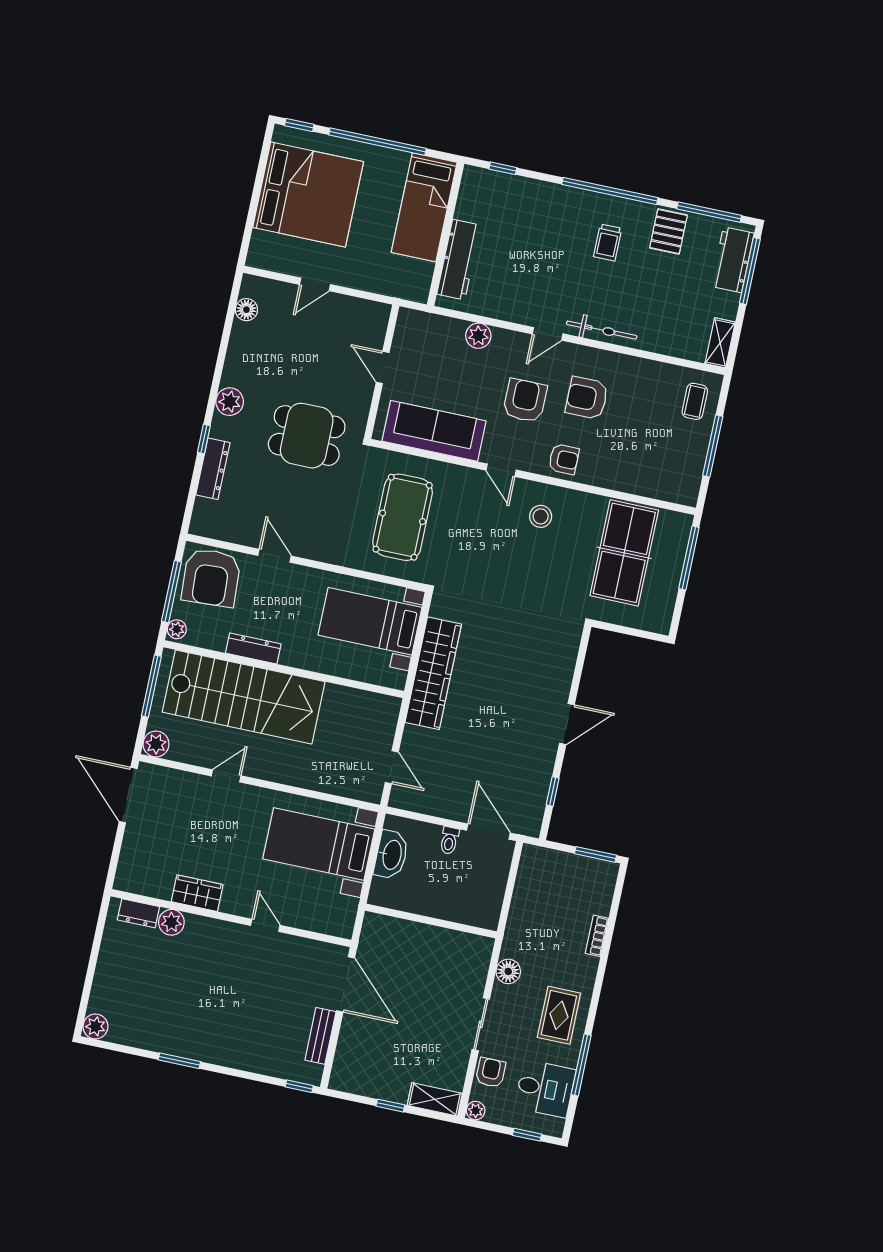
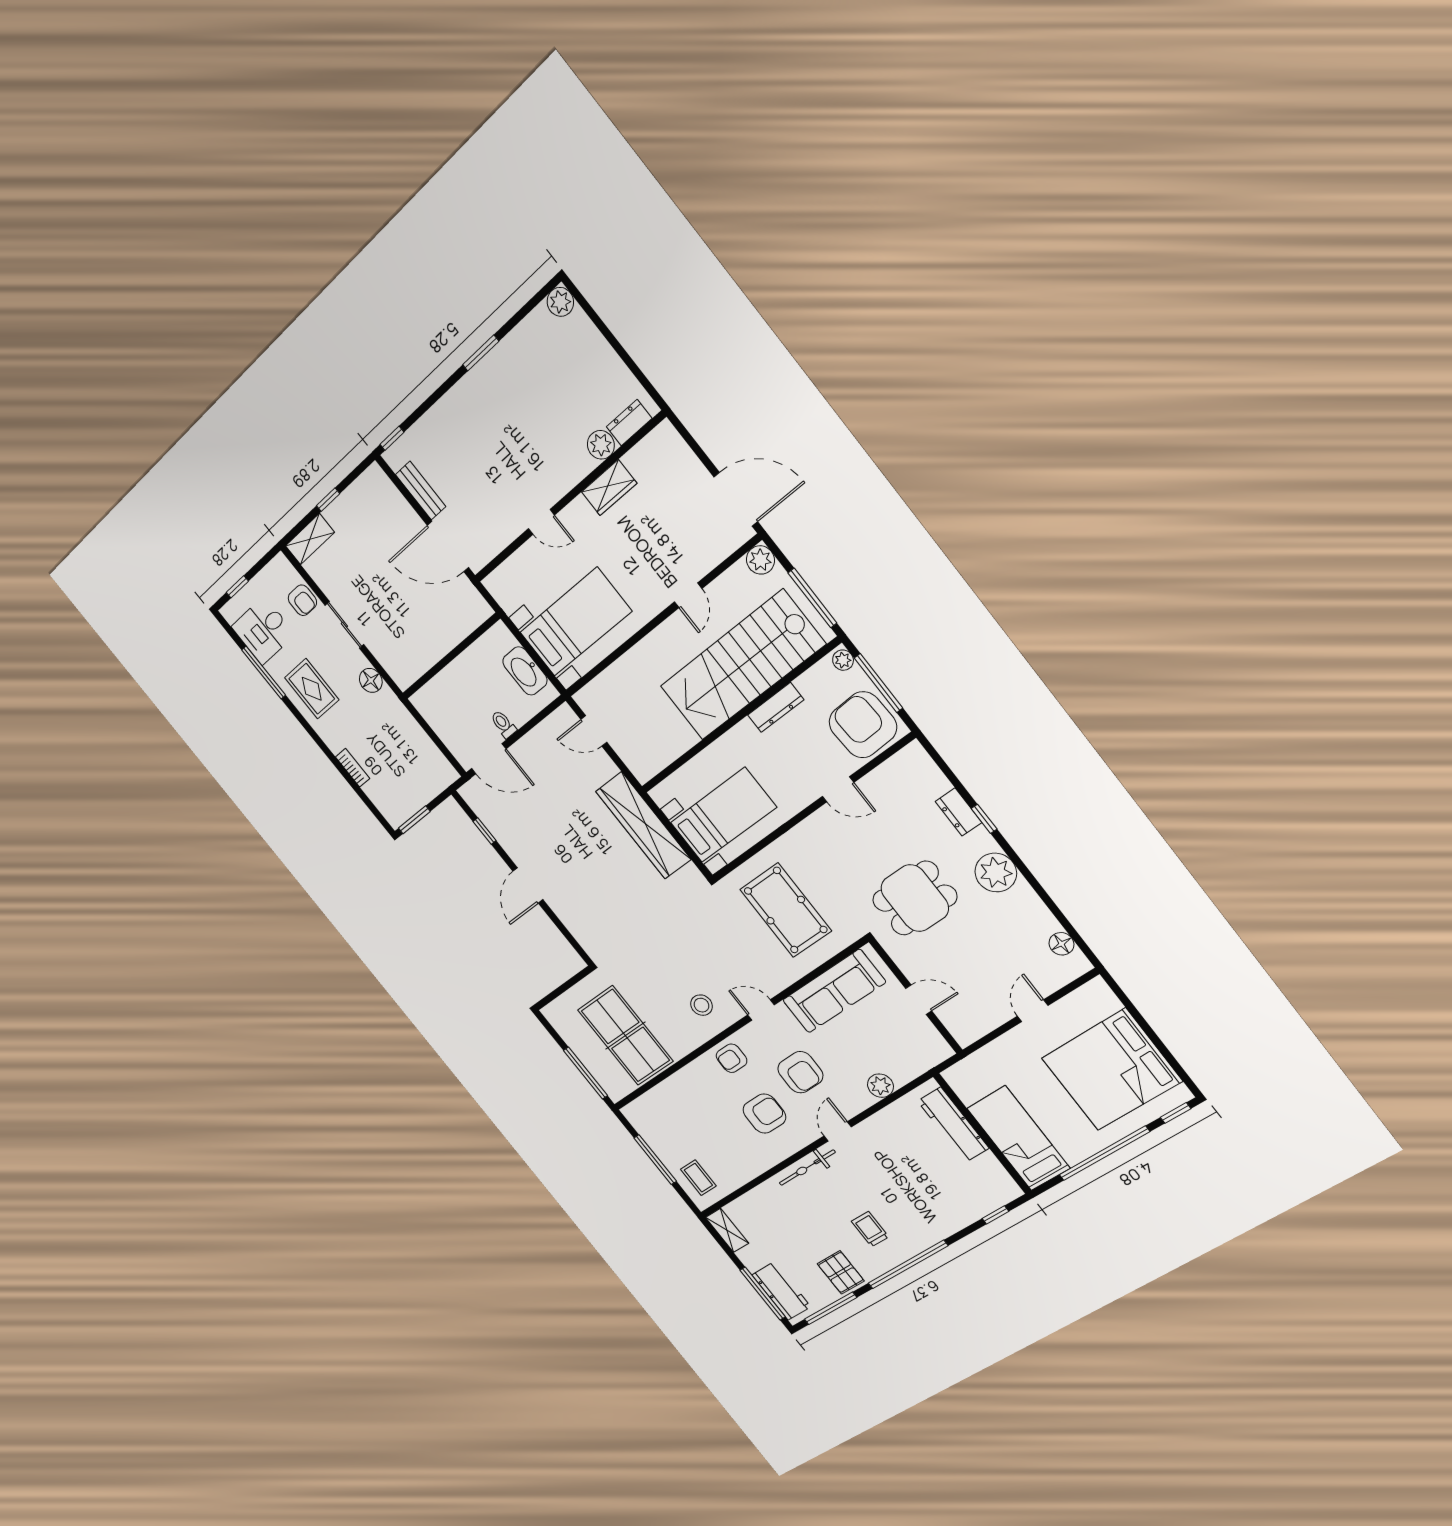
plant: (230, 402) -> (996, 873), width x1.36, depth x1.36
dresser: (213, 469) -> (959, 812), width x0.70
plant: (476, 1111) -> (281, 563), removed

